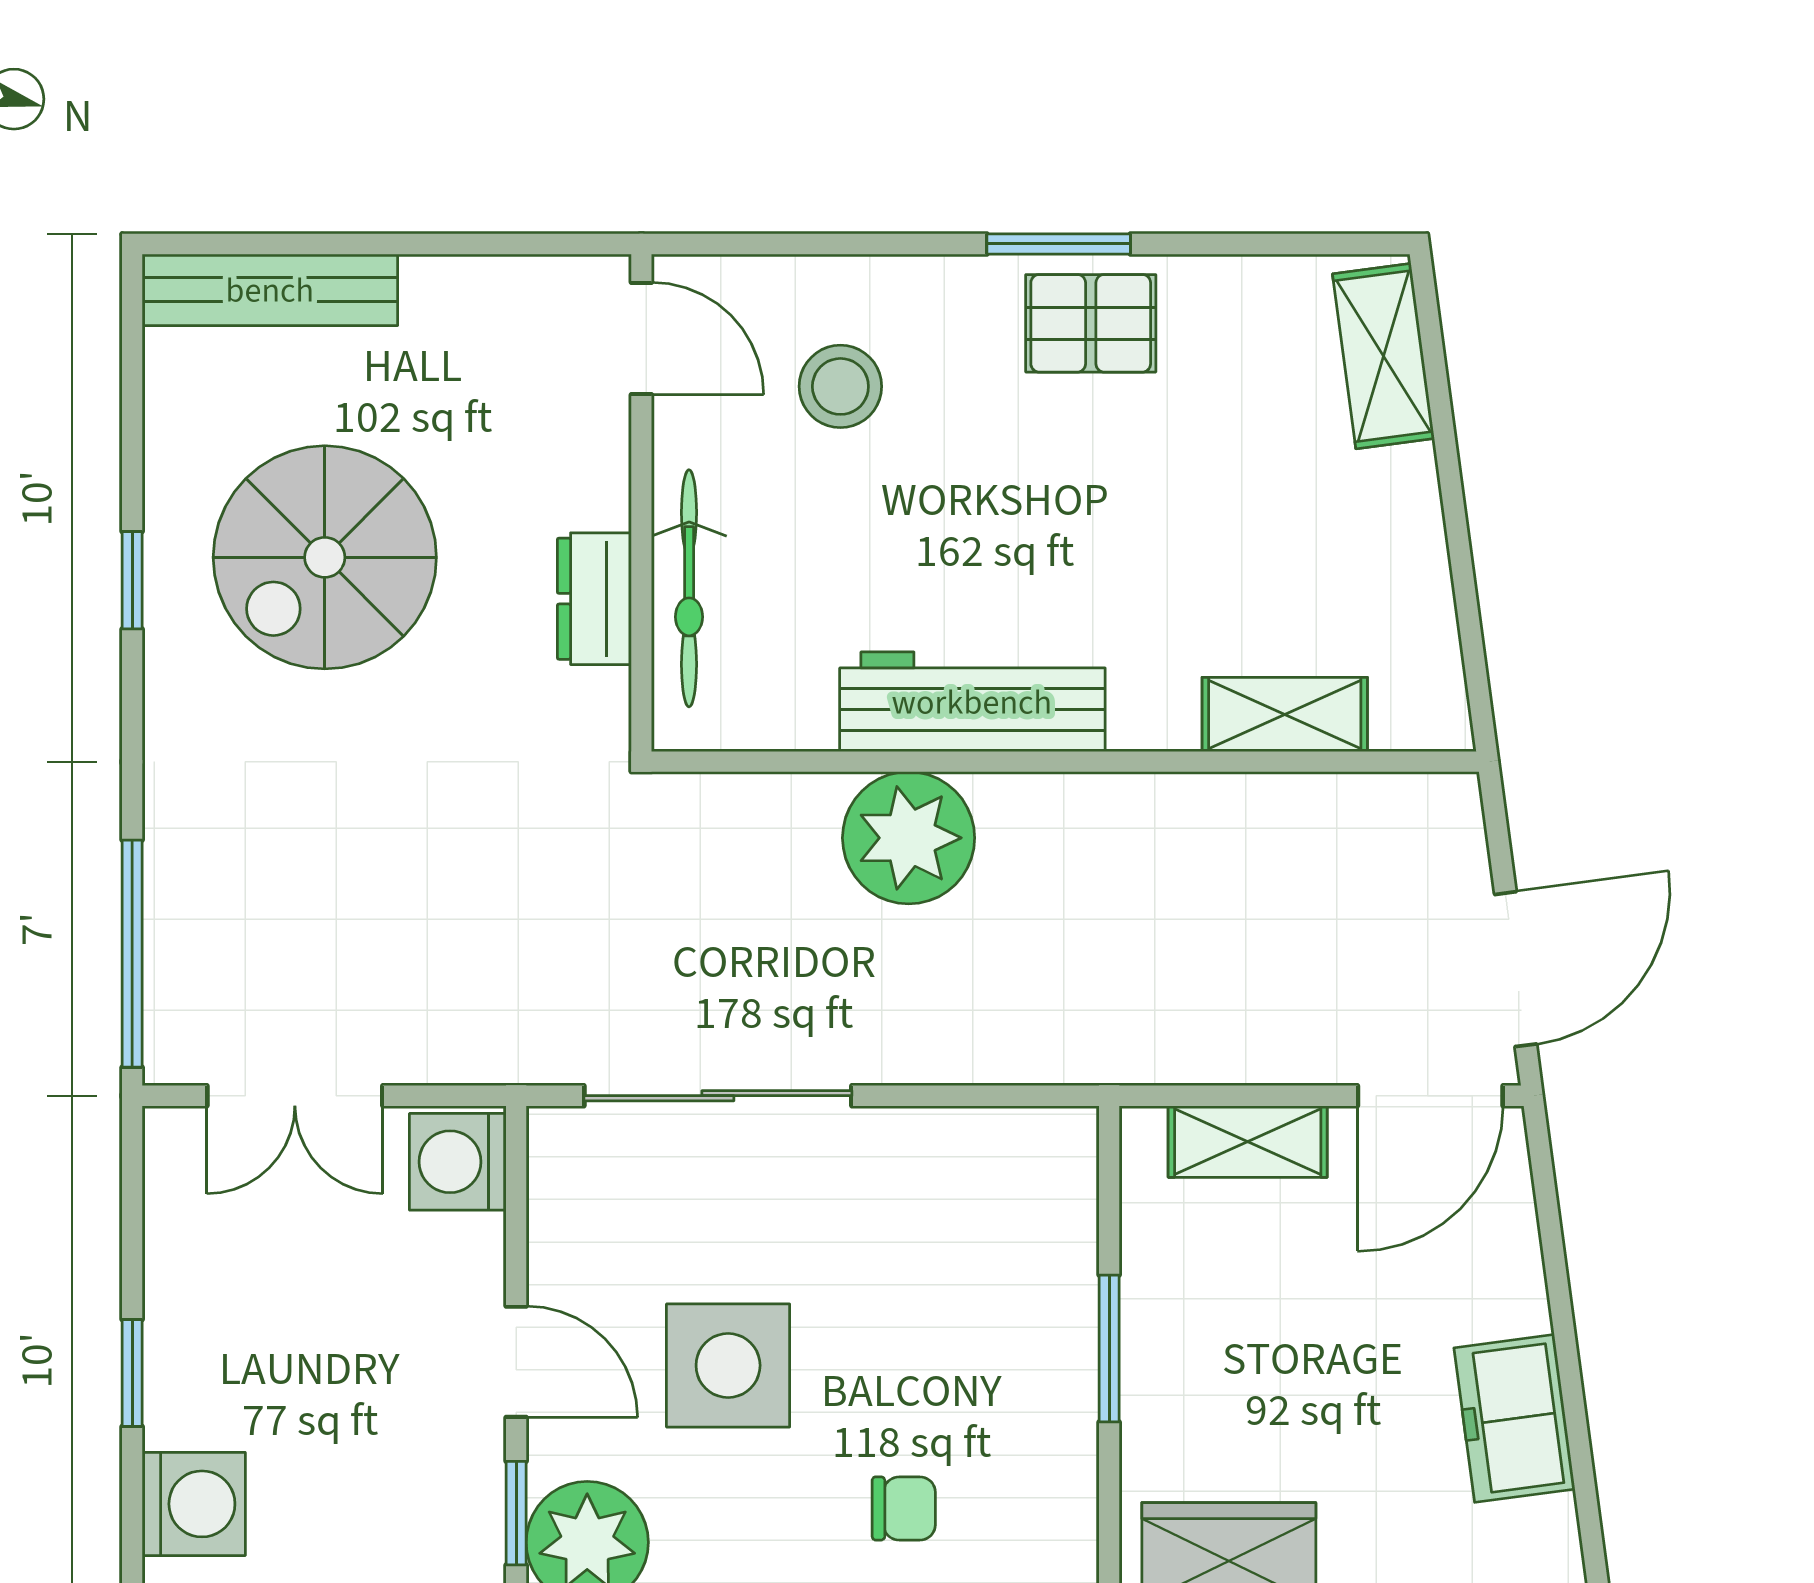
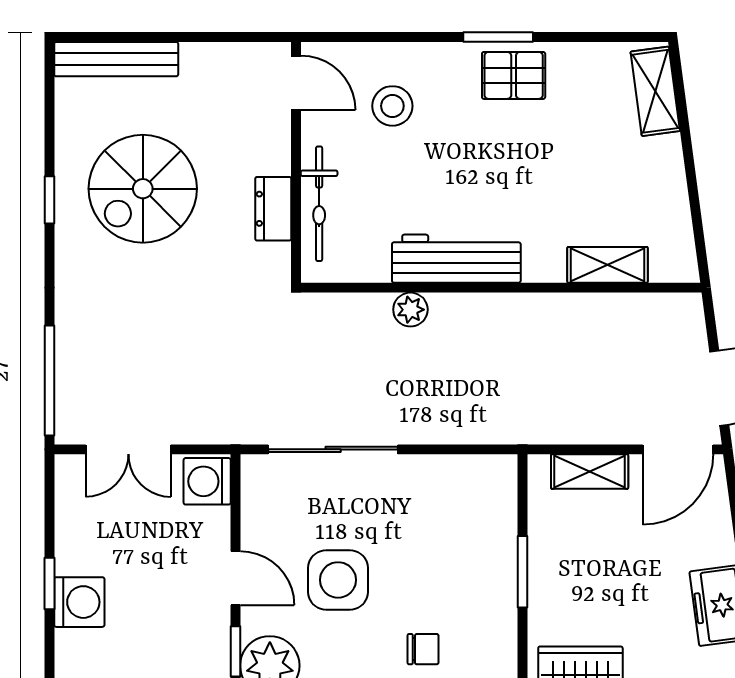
plant: (909, 838) -> (410, 310), width x0.53, depth x0.53
washing machine: (194, 1504) -> (79, 602), moved

